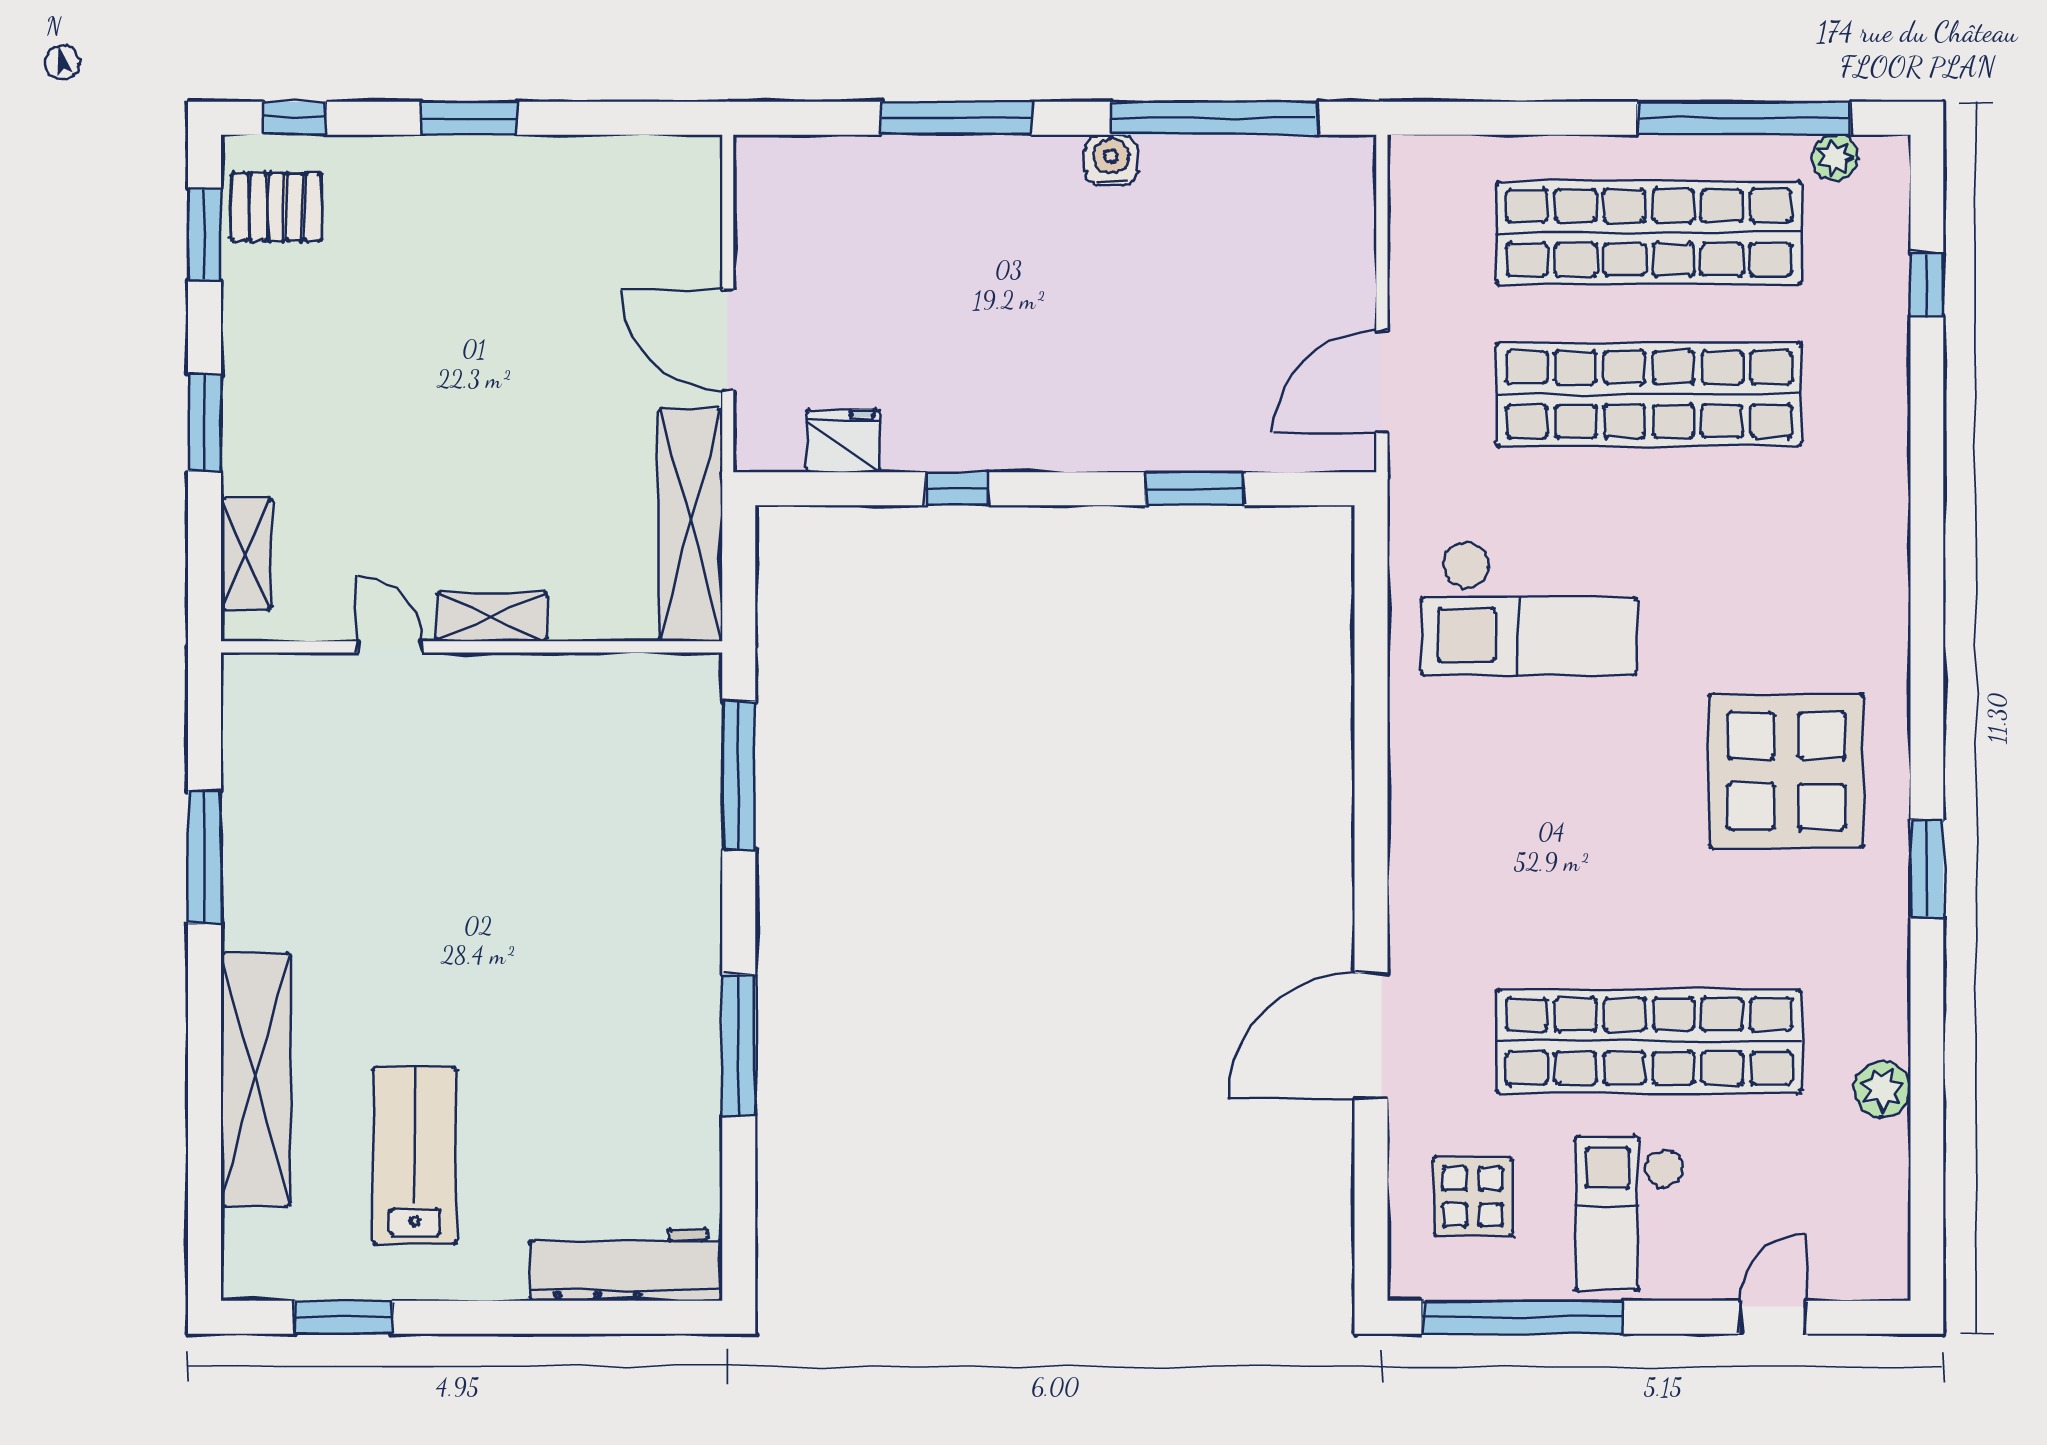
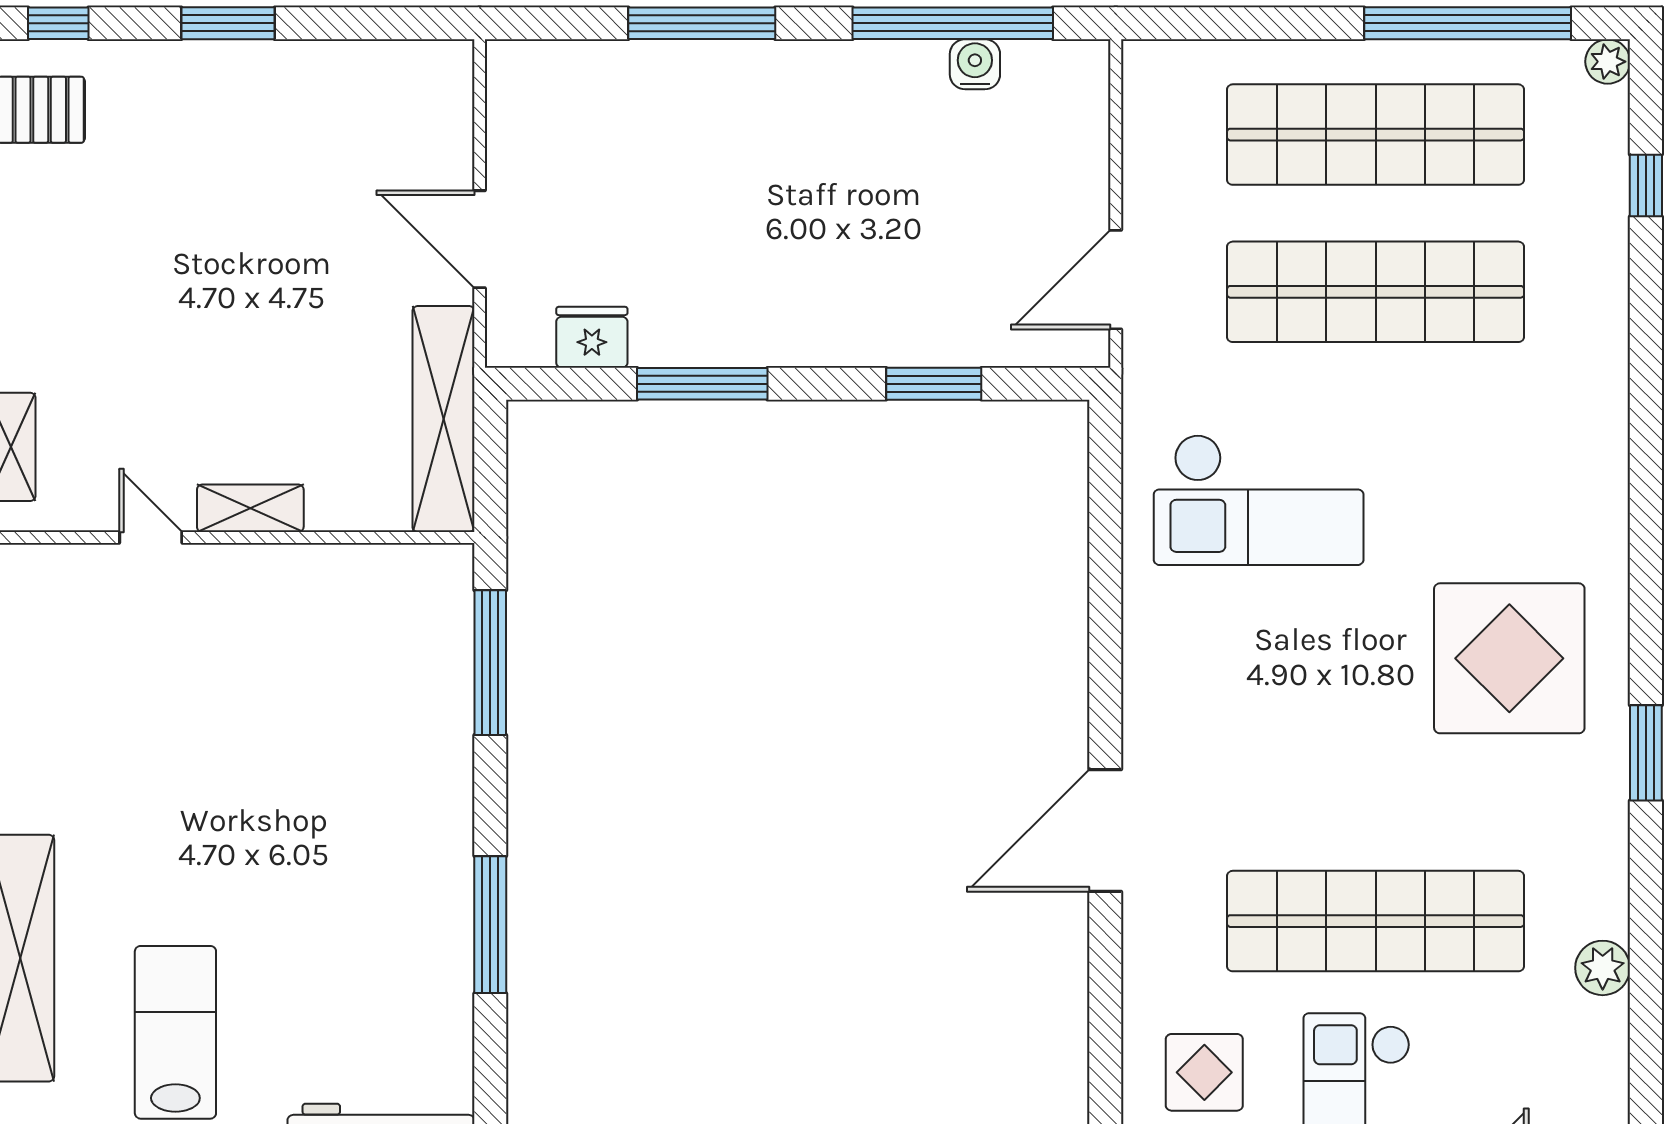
plant: (1835, 157) -> (1608, 62), moved
water cooler: (1111, 160) -> (975, 64), moved
window: (957, 489) -> (702, 384), width x2.17
door: (1371, 1036) -> (1105, 831), moved

